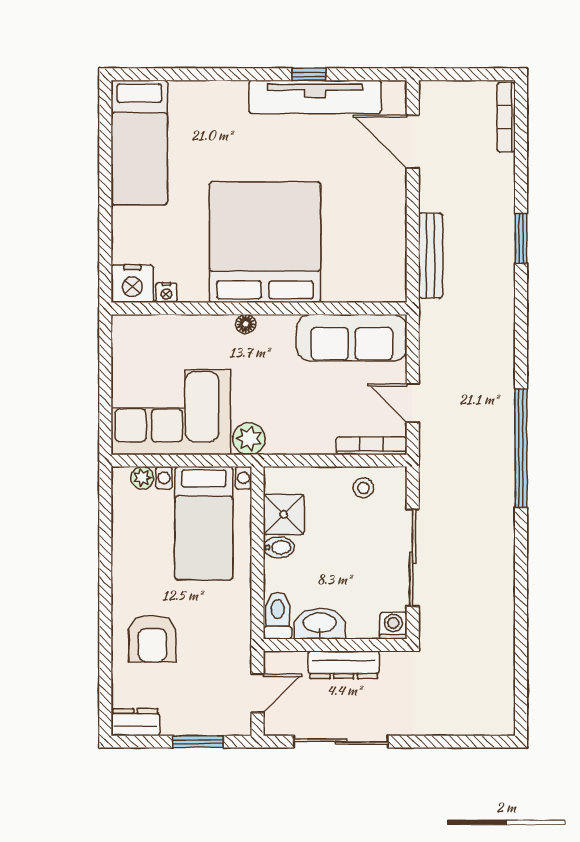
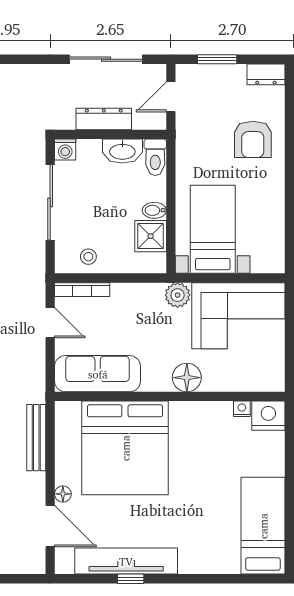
floor lamp: (396, 183) -> (63, 494), added
bed: (265, 242) -> (125, 448), moved
floor lamp: (246, 324) -> (187, 378), width x1.89, depth x1.89
plant: (142, 478) -> (261, 265), removed
armchair: (152, 639) -> (253, 139), turned 180

